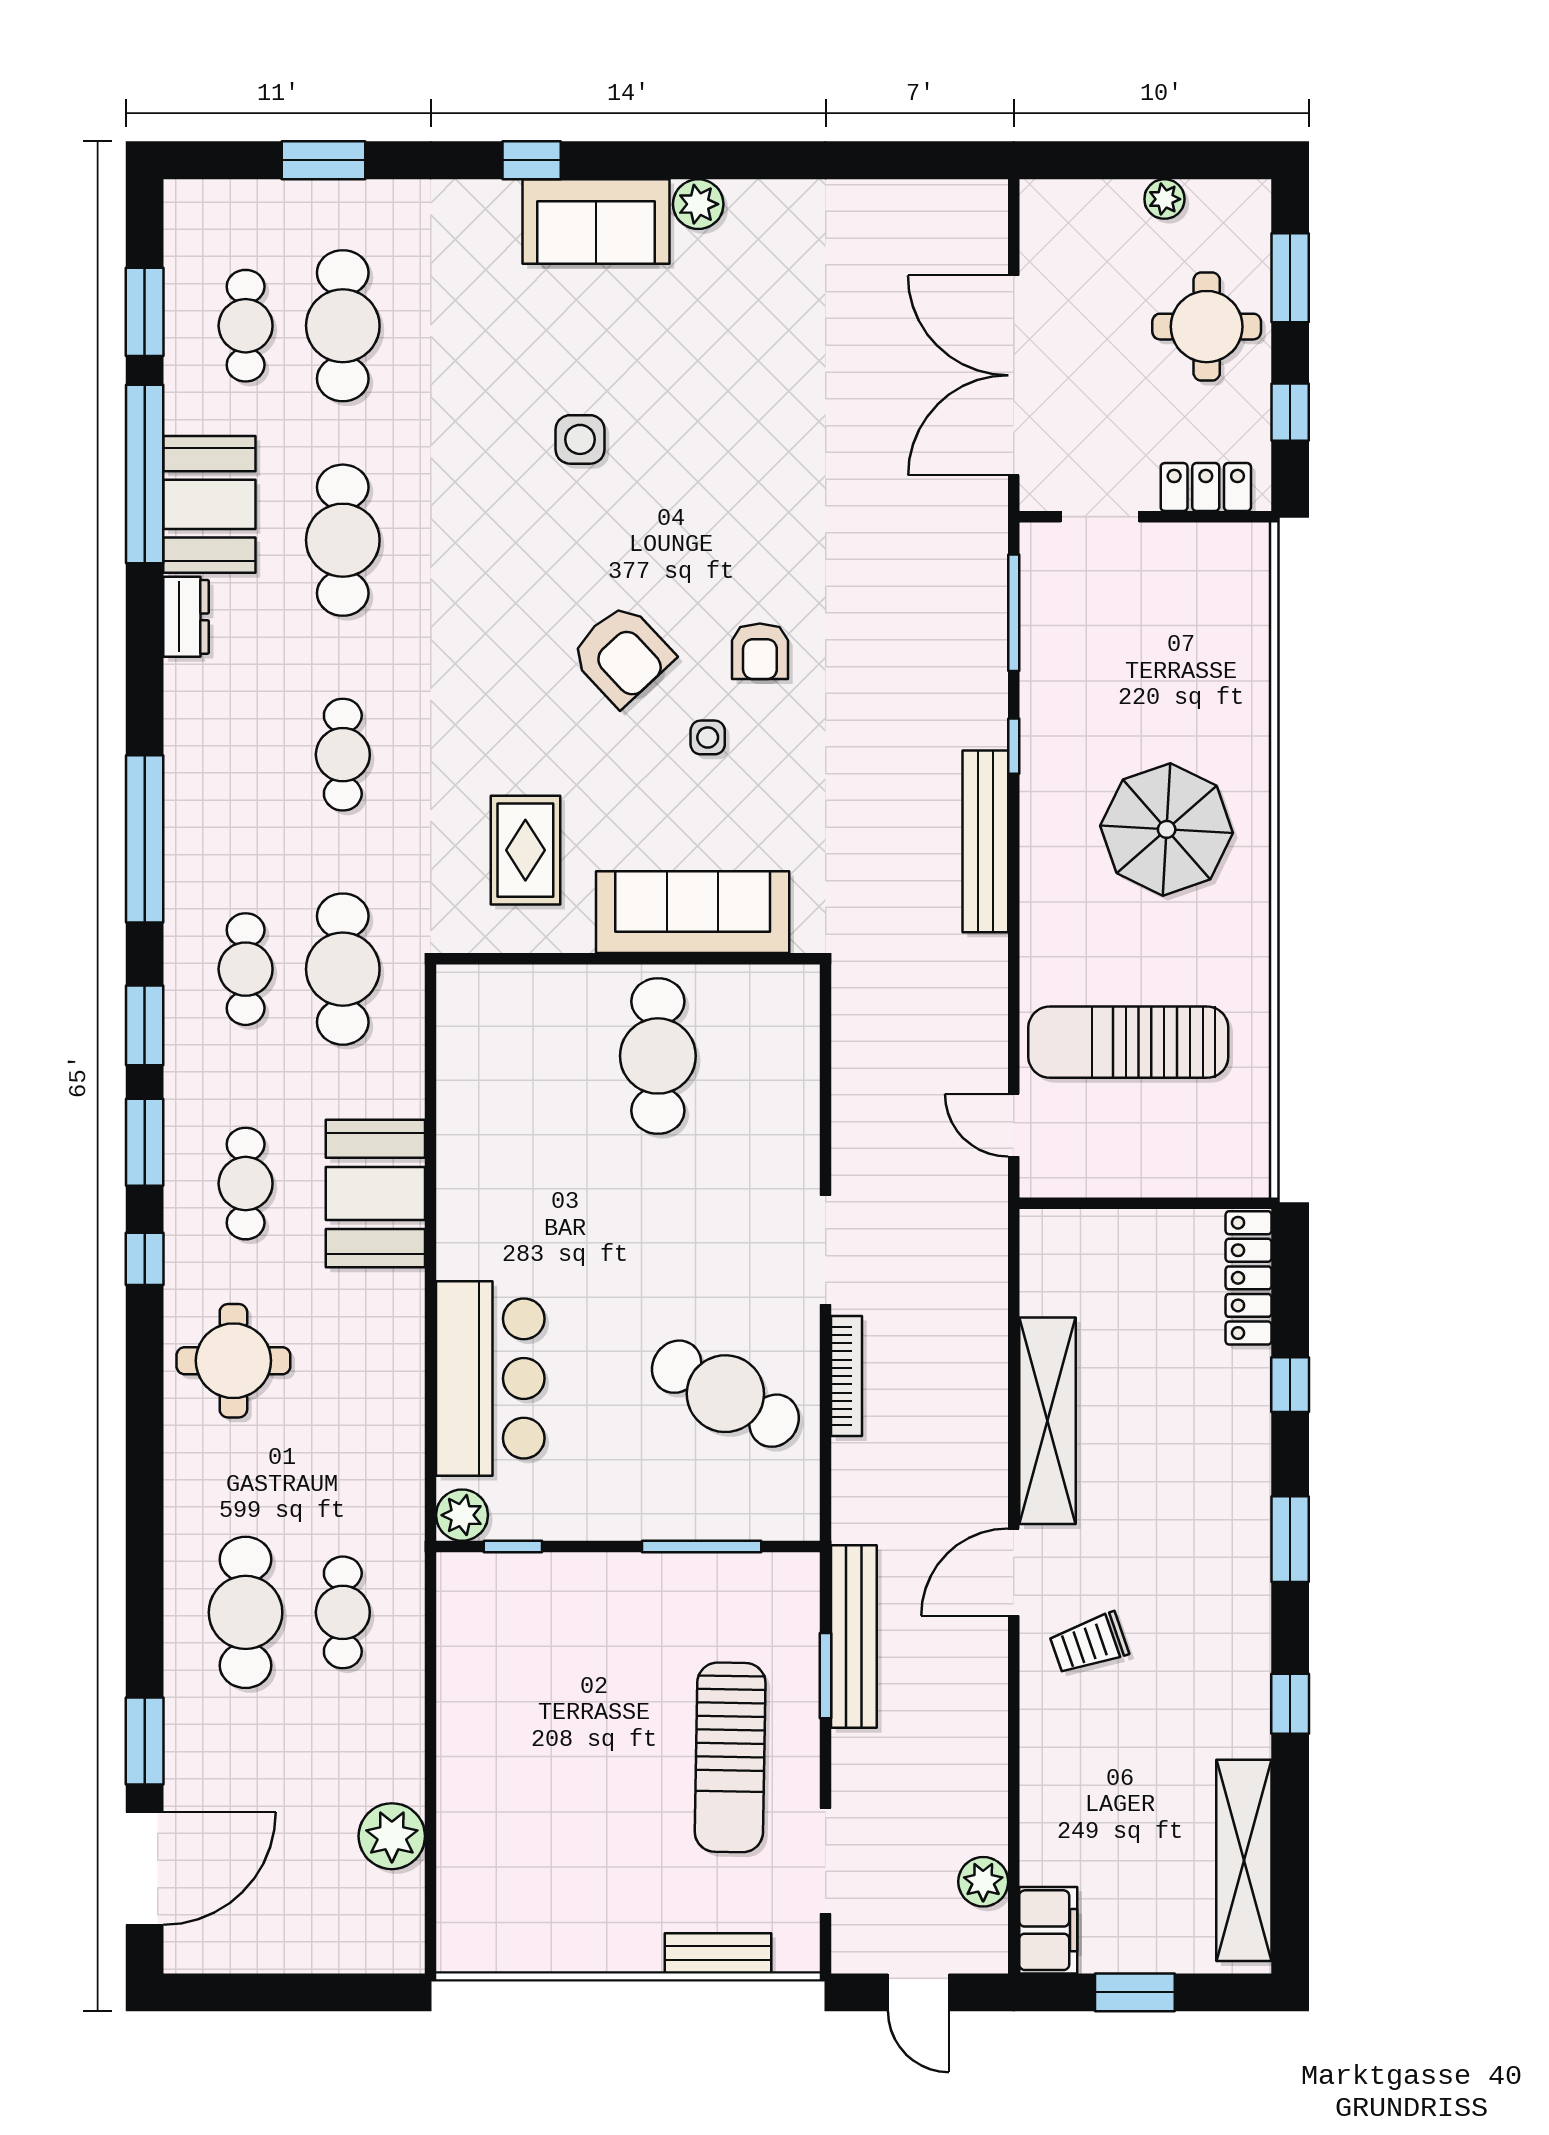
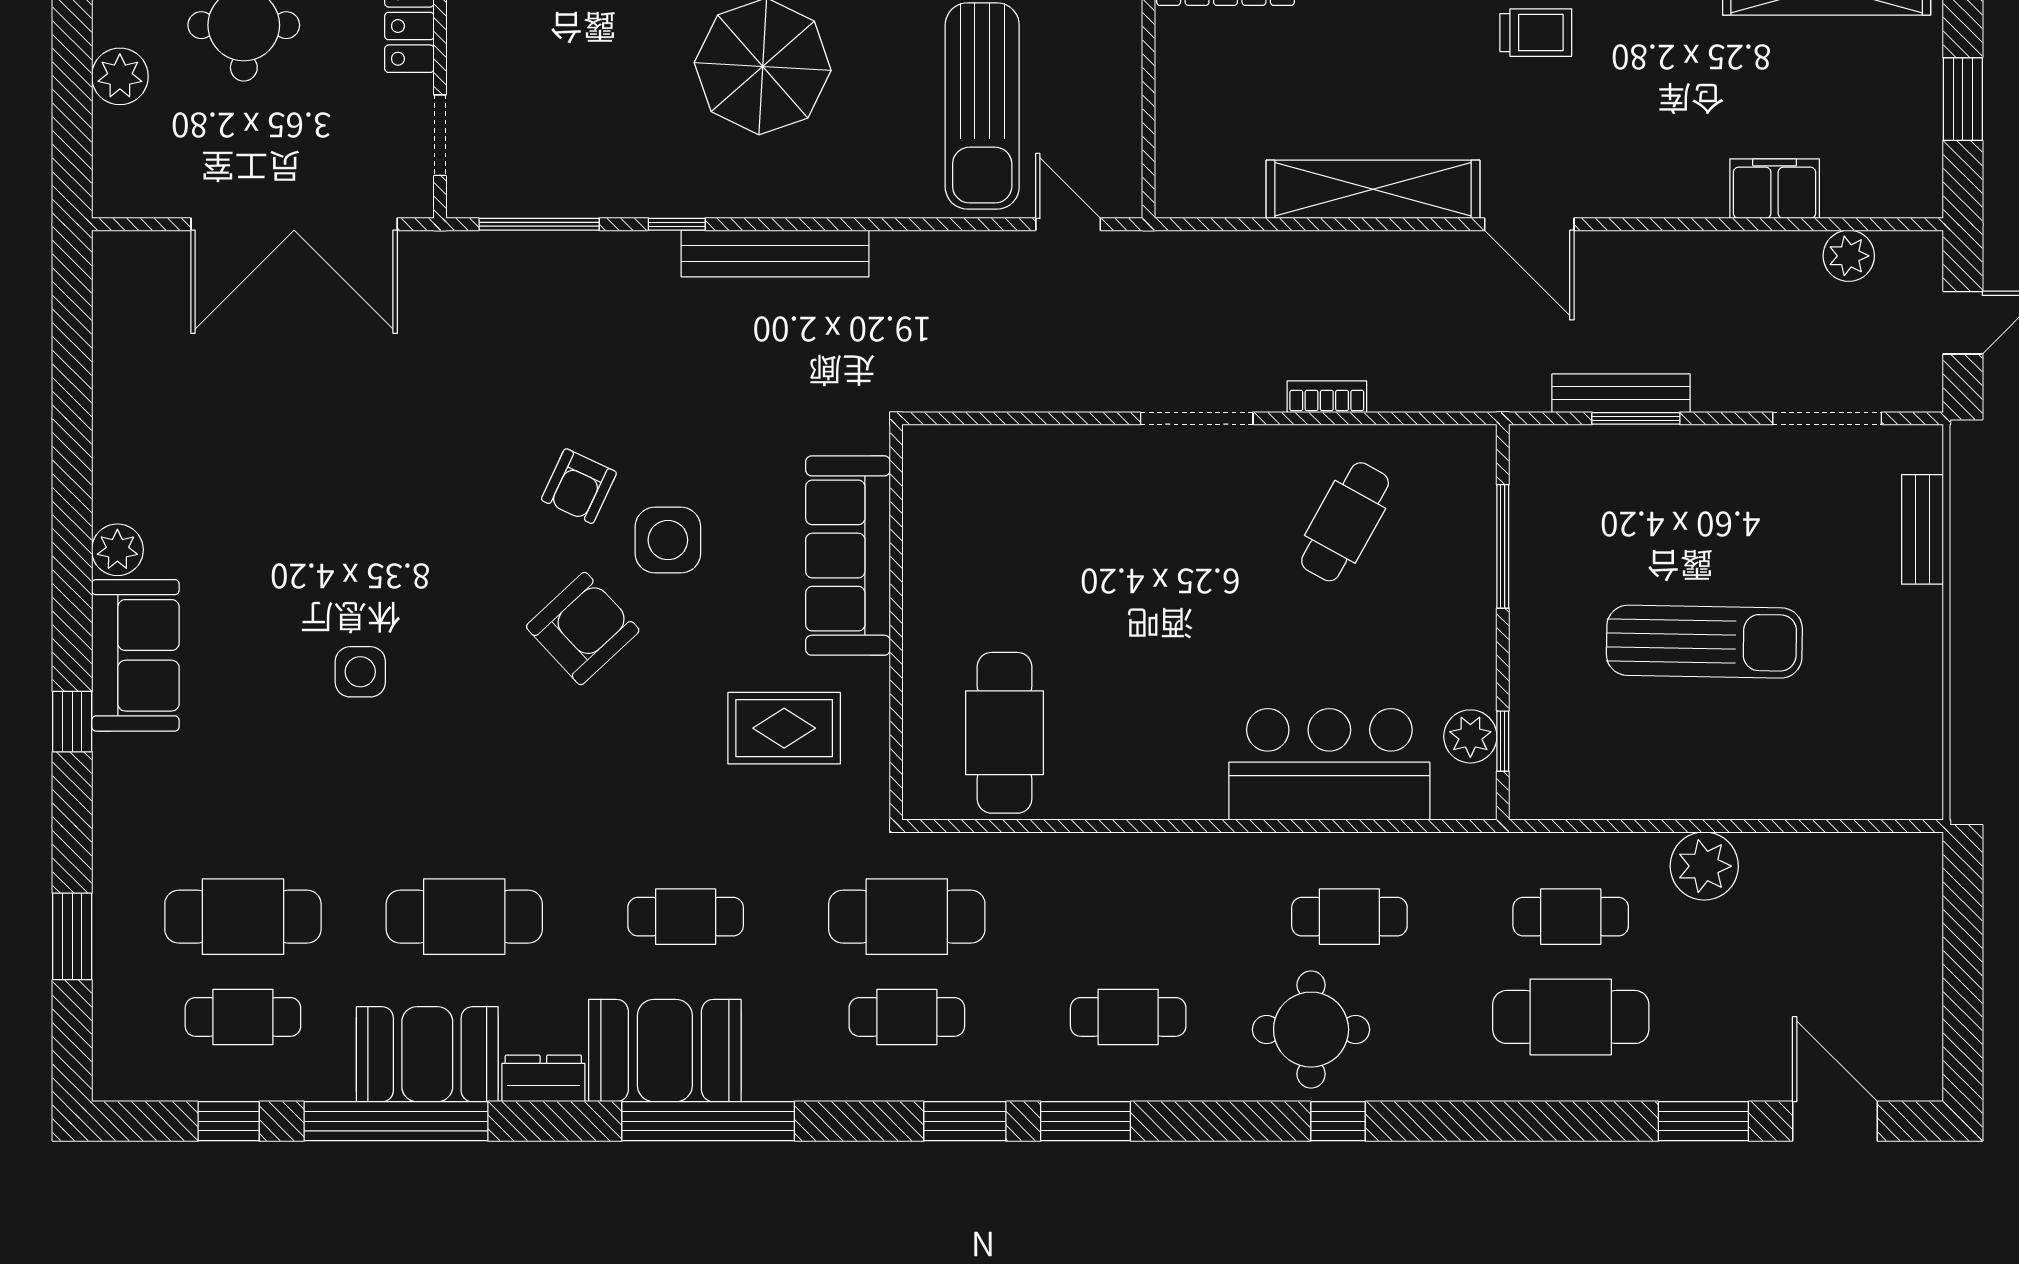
plant: (1164, 199) -> (120, 76), width x1.38, depth x1.38
window: (145, 312) -> (229, 1121), width x0.67
armchair: (760, 651) -> (579, 486), turned 115
side table: (708, 737) -> (668, 540), width x1.87, depth x1.87
window: (145, 839) -> (708, 1121), moved
cafe table: (658, 1056) -> (1004, 733), moved, turned 90
door: (1014, 1125) -> (1068, 224), swing flipped
booth: (375, 1193) -> (665, 1051), moved
window: (145, 1259) -> (1338, 1121), moved
bookcase: (847, 1376) -> (1327, 397), width x0.64
cafe table: (725, 1394) -> (1345, 522), width x0.73, depth x0.74
cafe table: (343, 1398) -> (1349, 917), added
plant: (462, 1515) -> (1470, 736), moved
bench: (854, 1637) -> (1621, 393), width x0.73, depth x0.82
trolley: (1089, 1644) -> (1536, 33), moved, turned -71
sun lounger: (730, 1757) -> (1704, 642), moved
plant: (392, 1836) -> (1704, 866), moved
door: (145, 1868) -> (1835, 1121), width x0.73
filing cabinet: (1048, 1930) -> (1775, 189), moved

